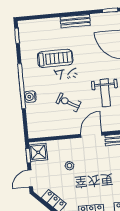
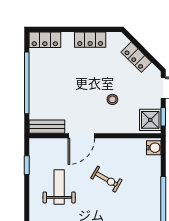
water cooler: (30, 97) -> (154, 148), moved

